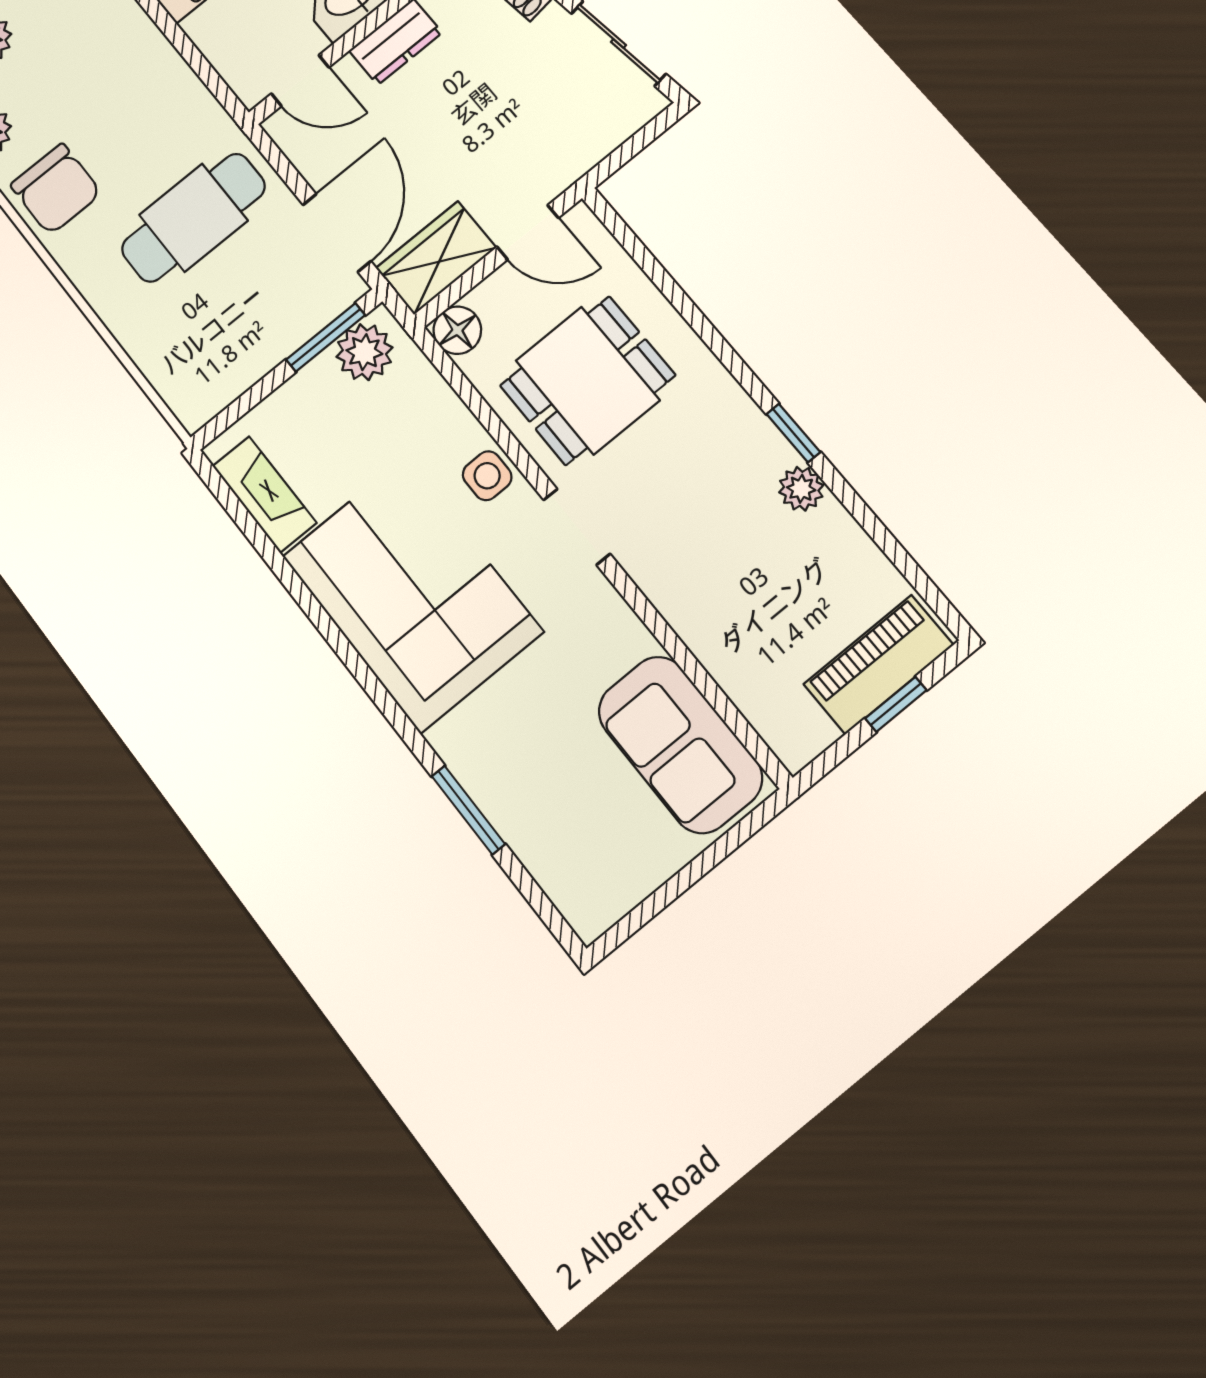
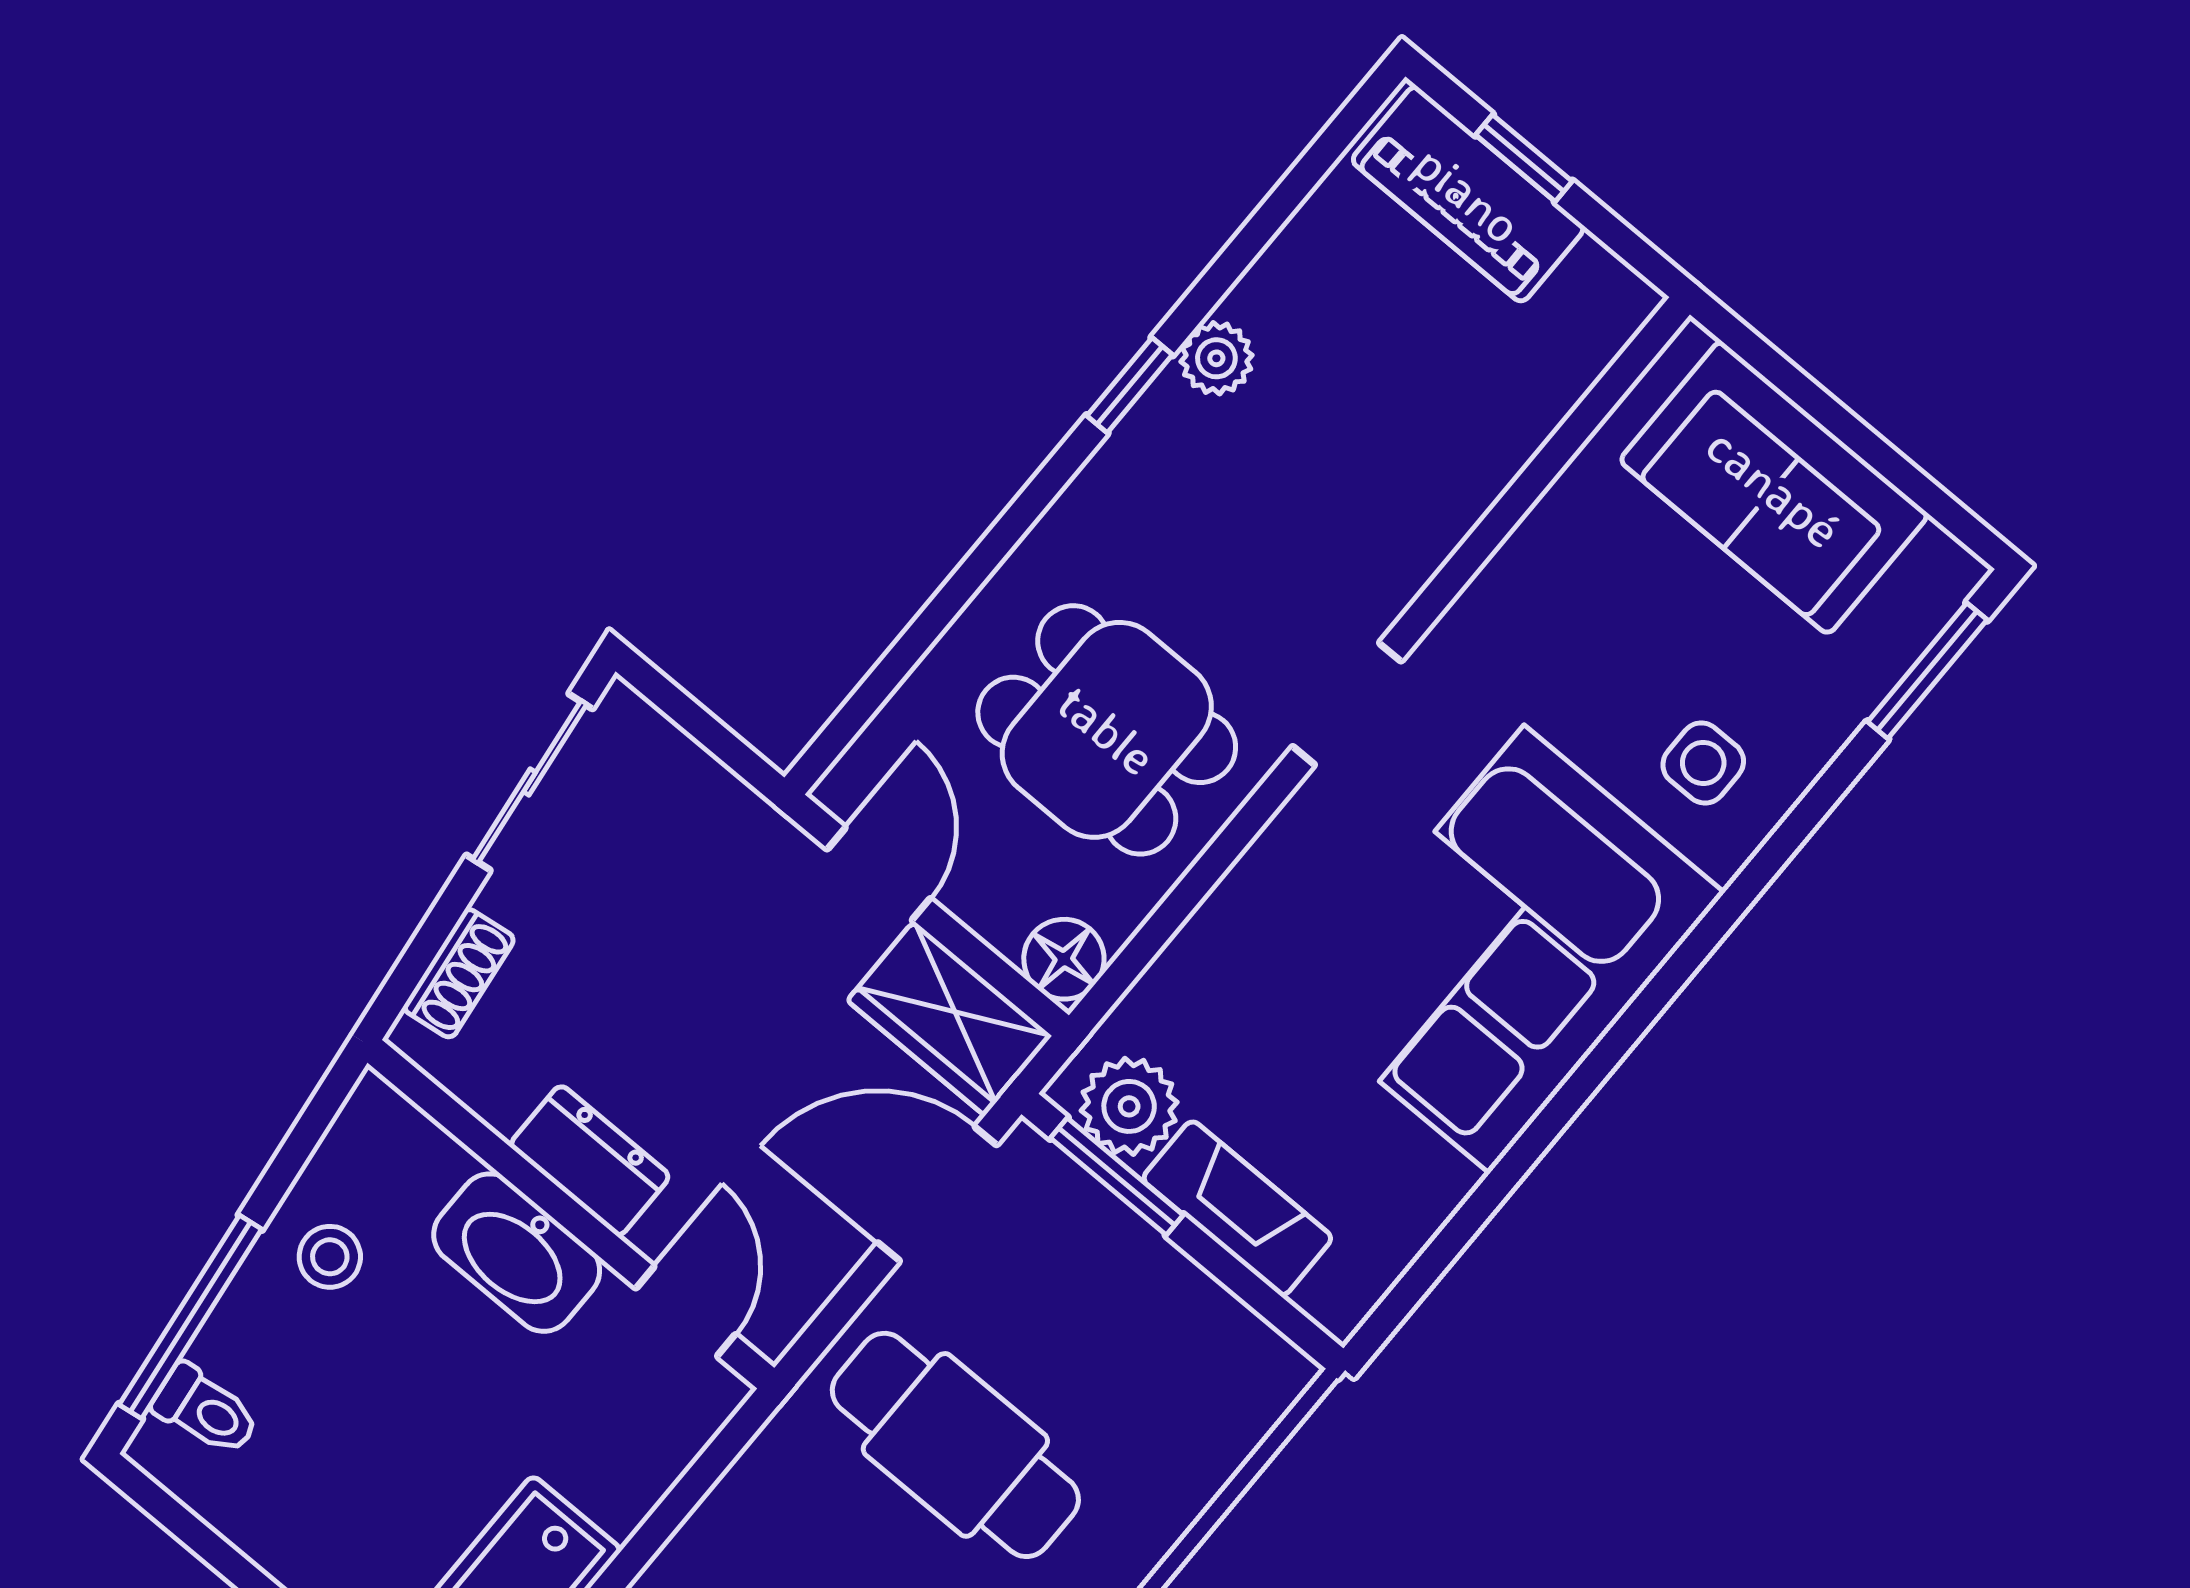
side table: (487, 476) -> (1703, 763), moved
fireplace: (264, 494) -> (1237, 1208), moved, turned 90
sofa: (680, 744) -> (1774, 488), moved, turned 90
window: (468, 810) -> (1927, 671), moved

